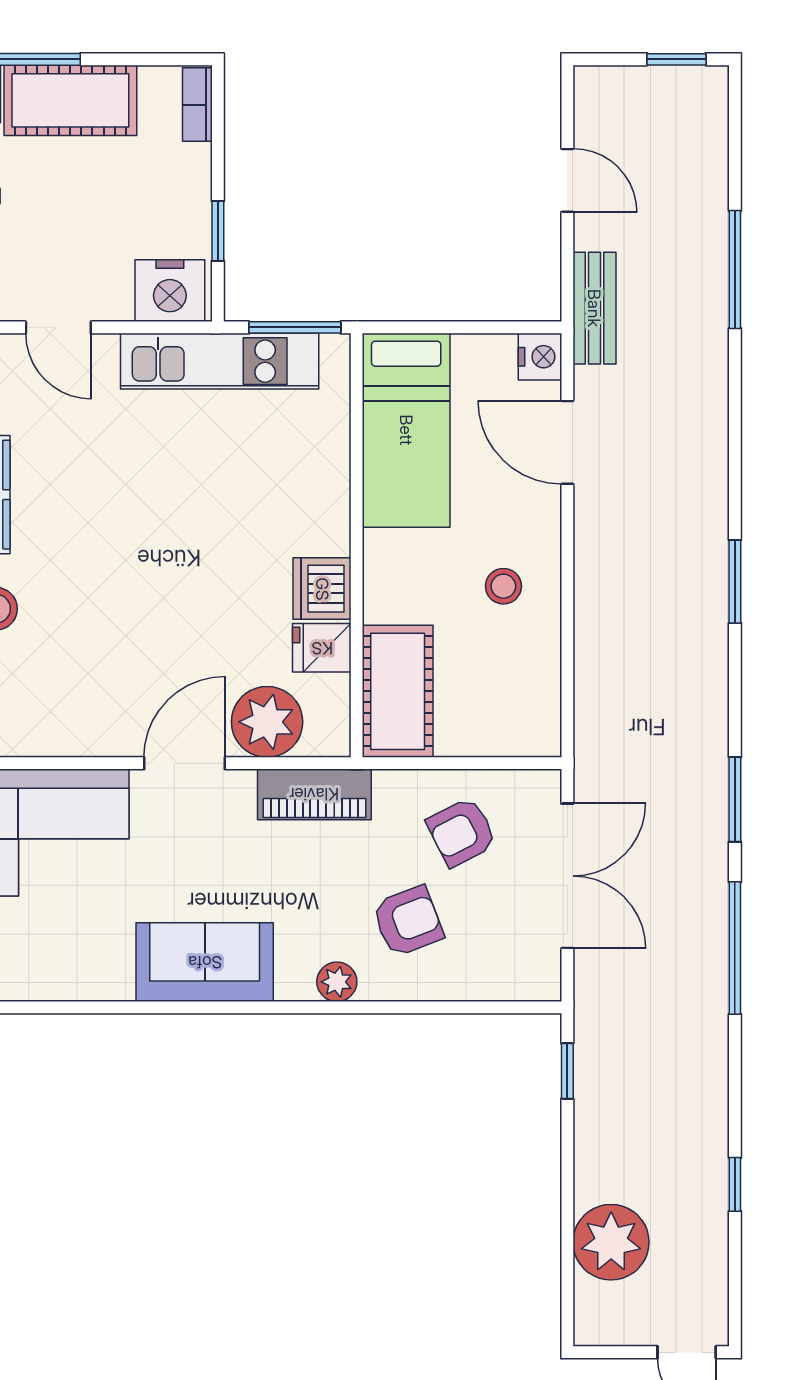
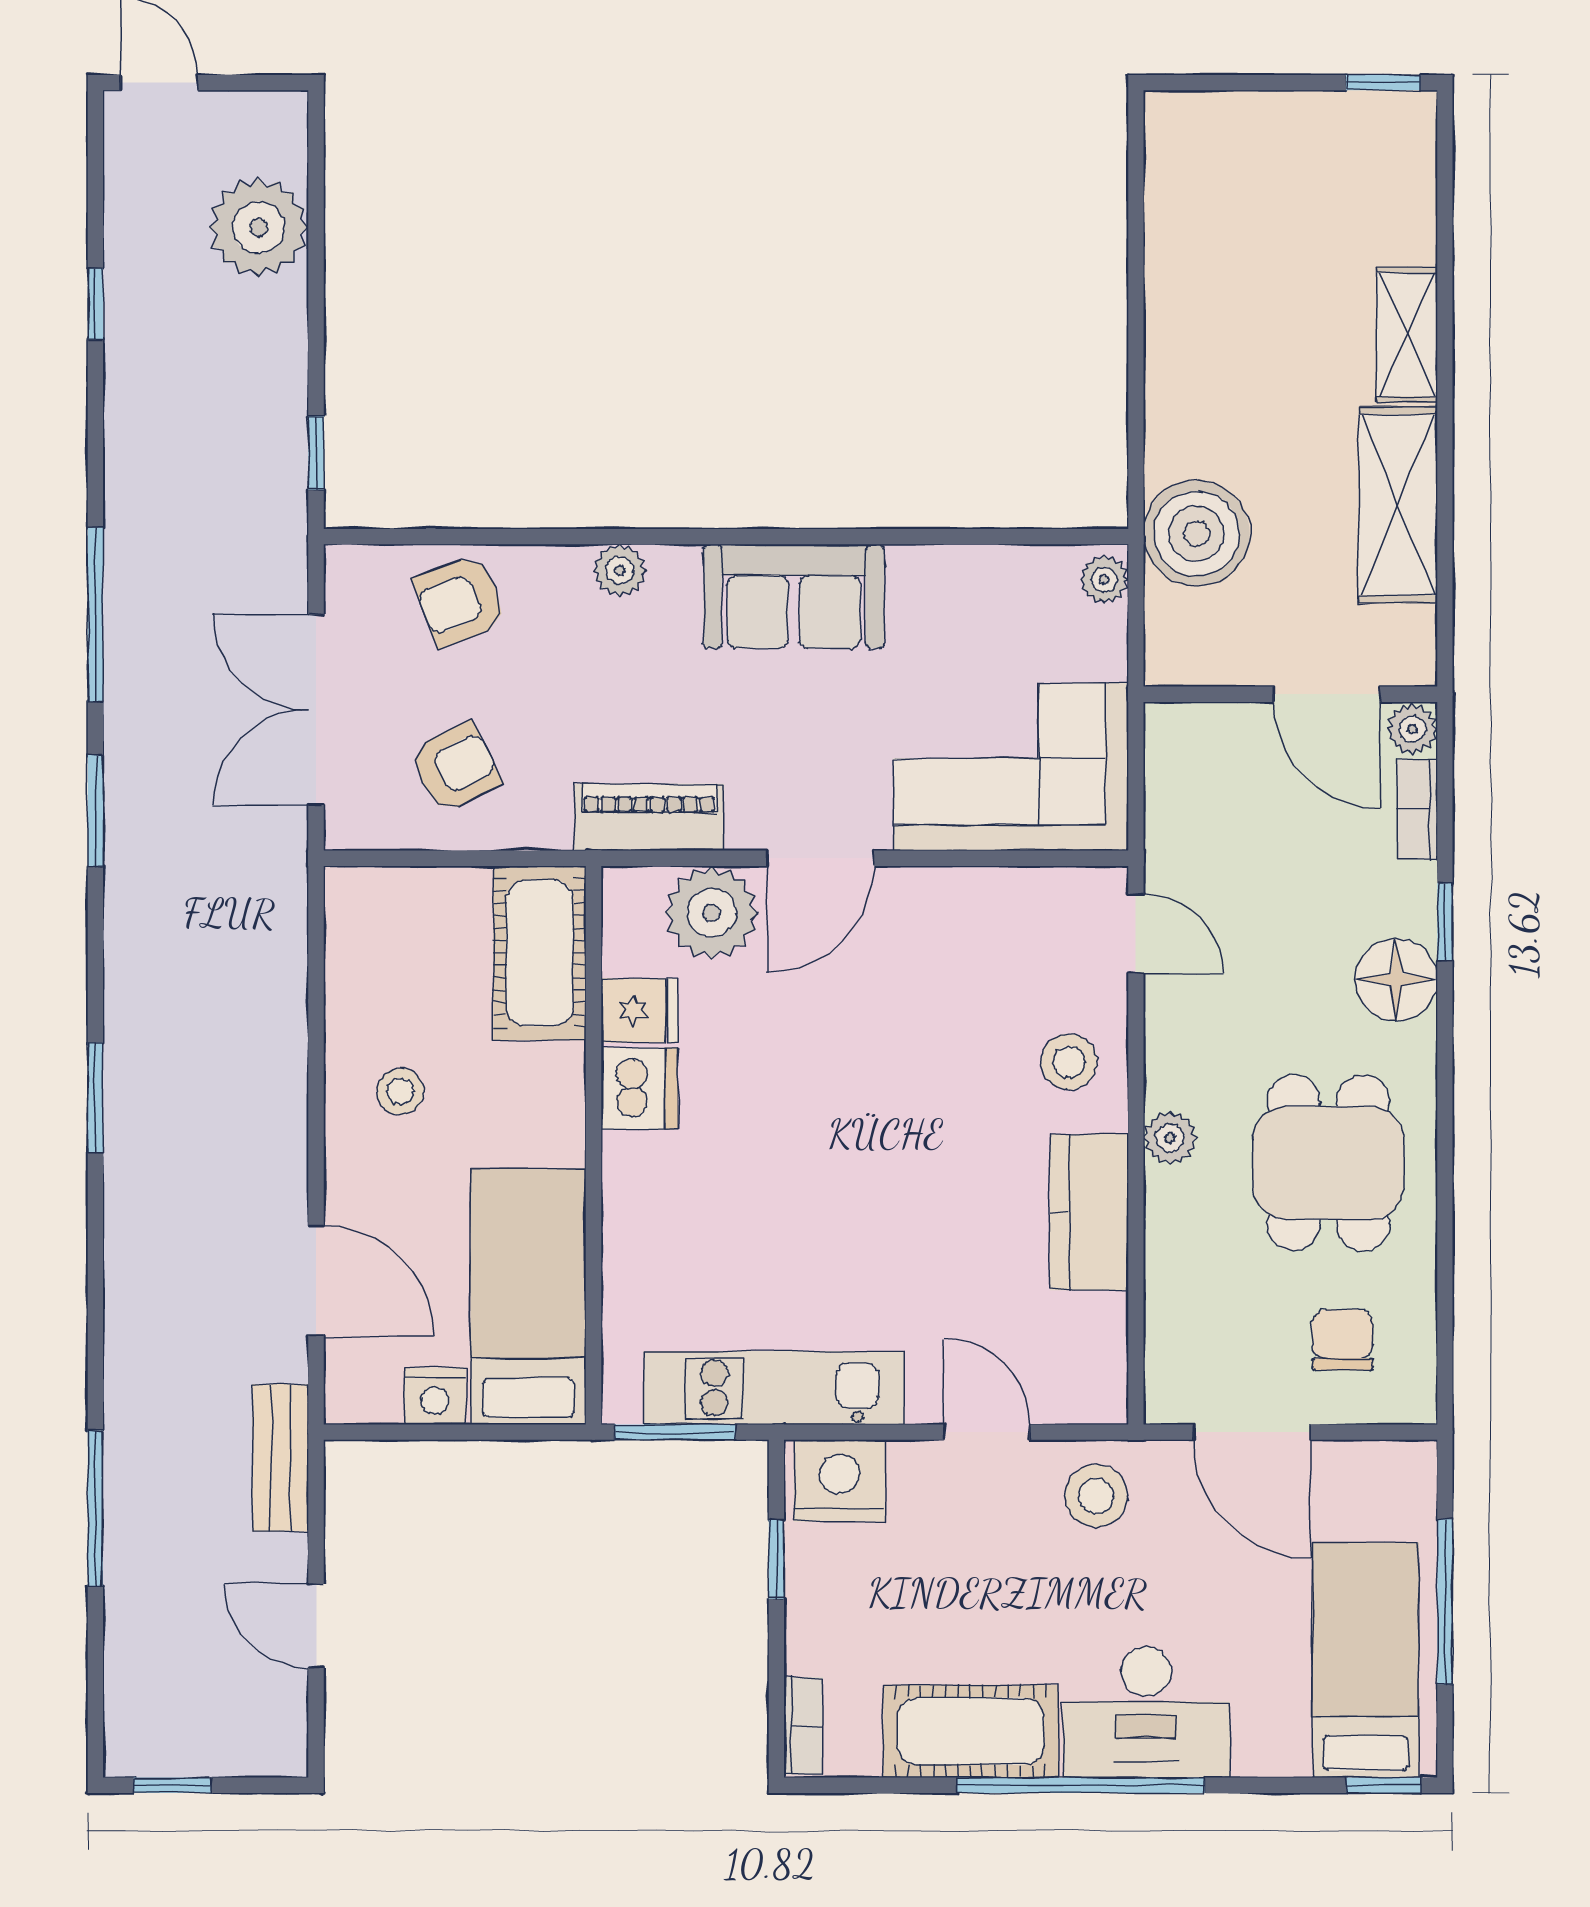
nightstand: (540, 357) -> (435, 1396), moved, turned -90
armchair: (408, 921) -> (460, 601), moved

